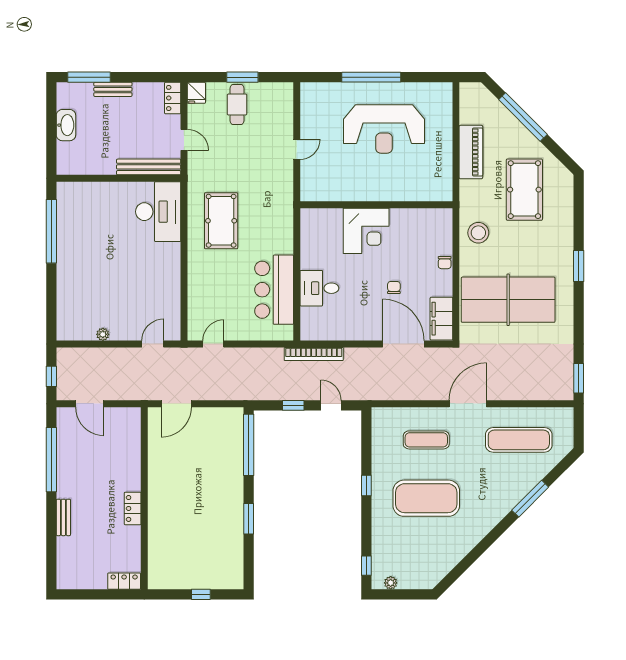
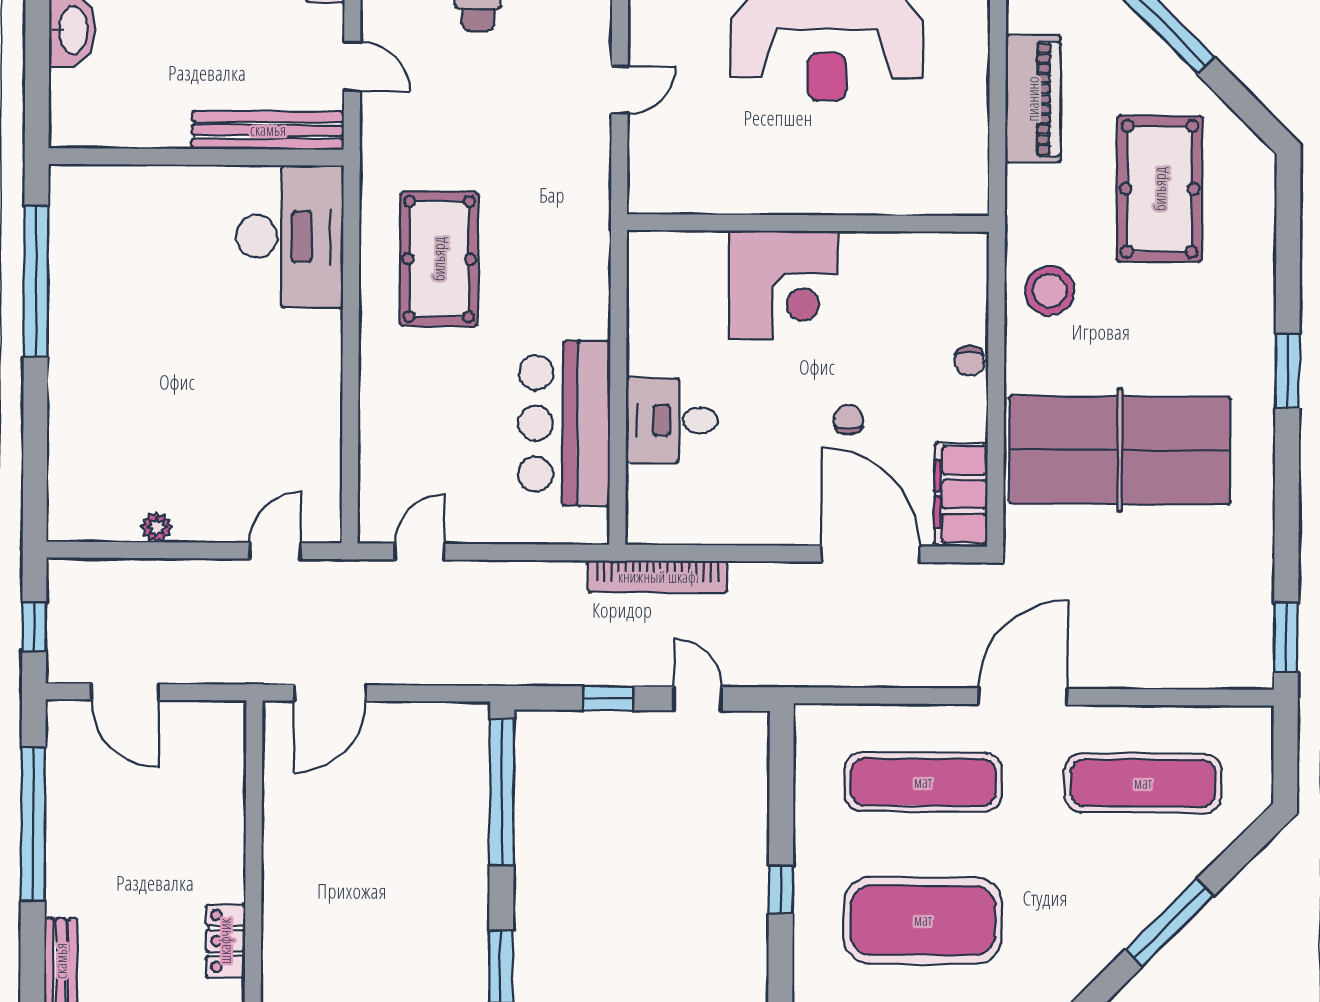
exercise mat: (426, 440) -> (923, 782), width x1.36, depth x1.45

